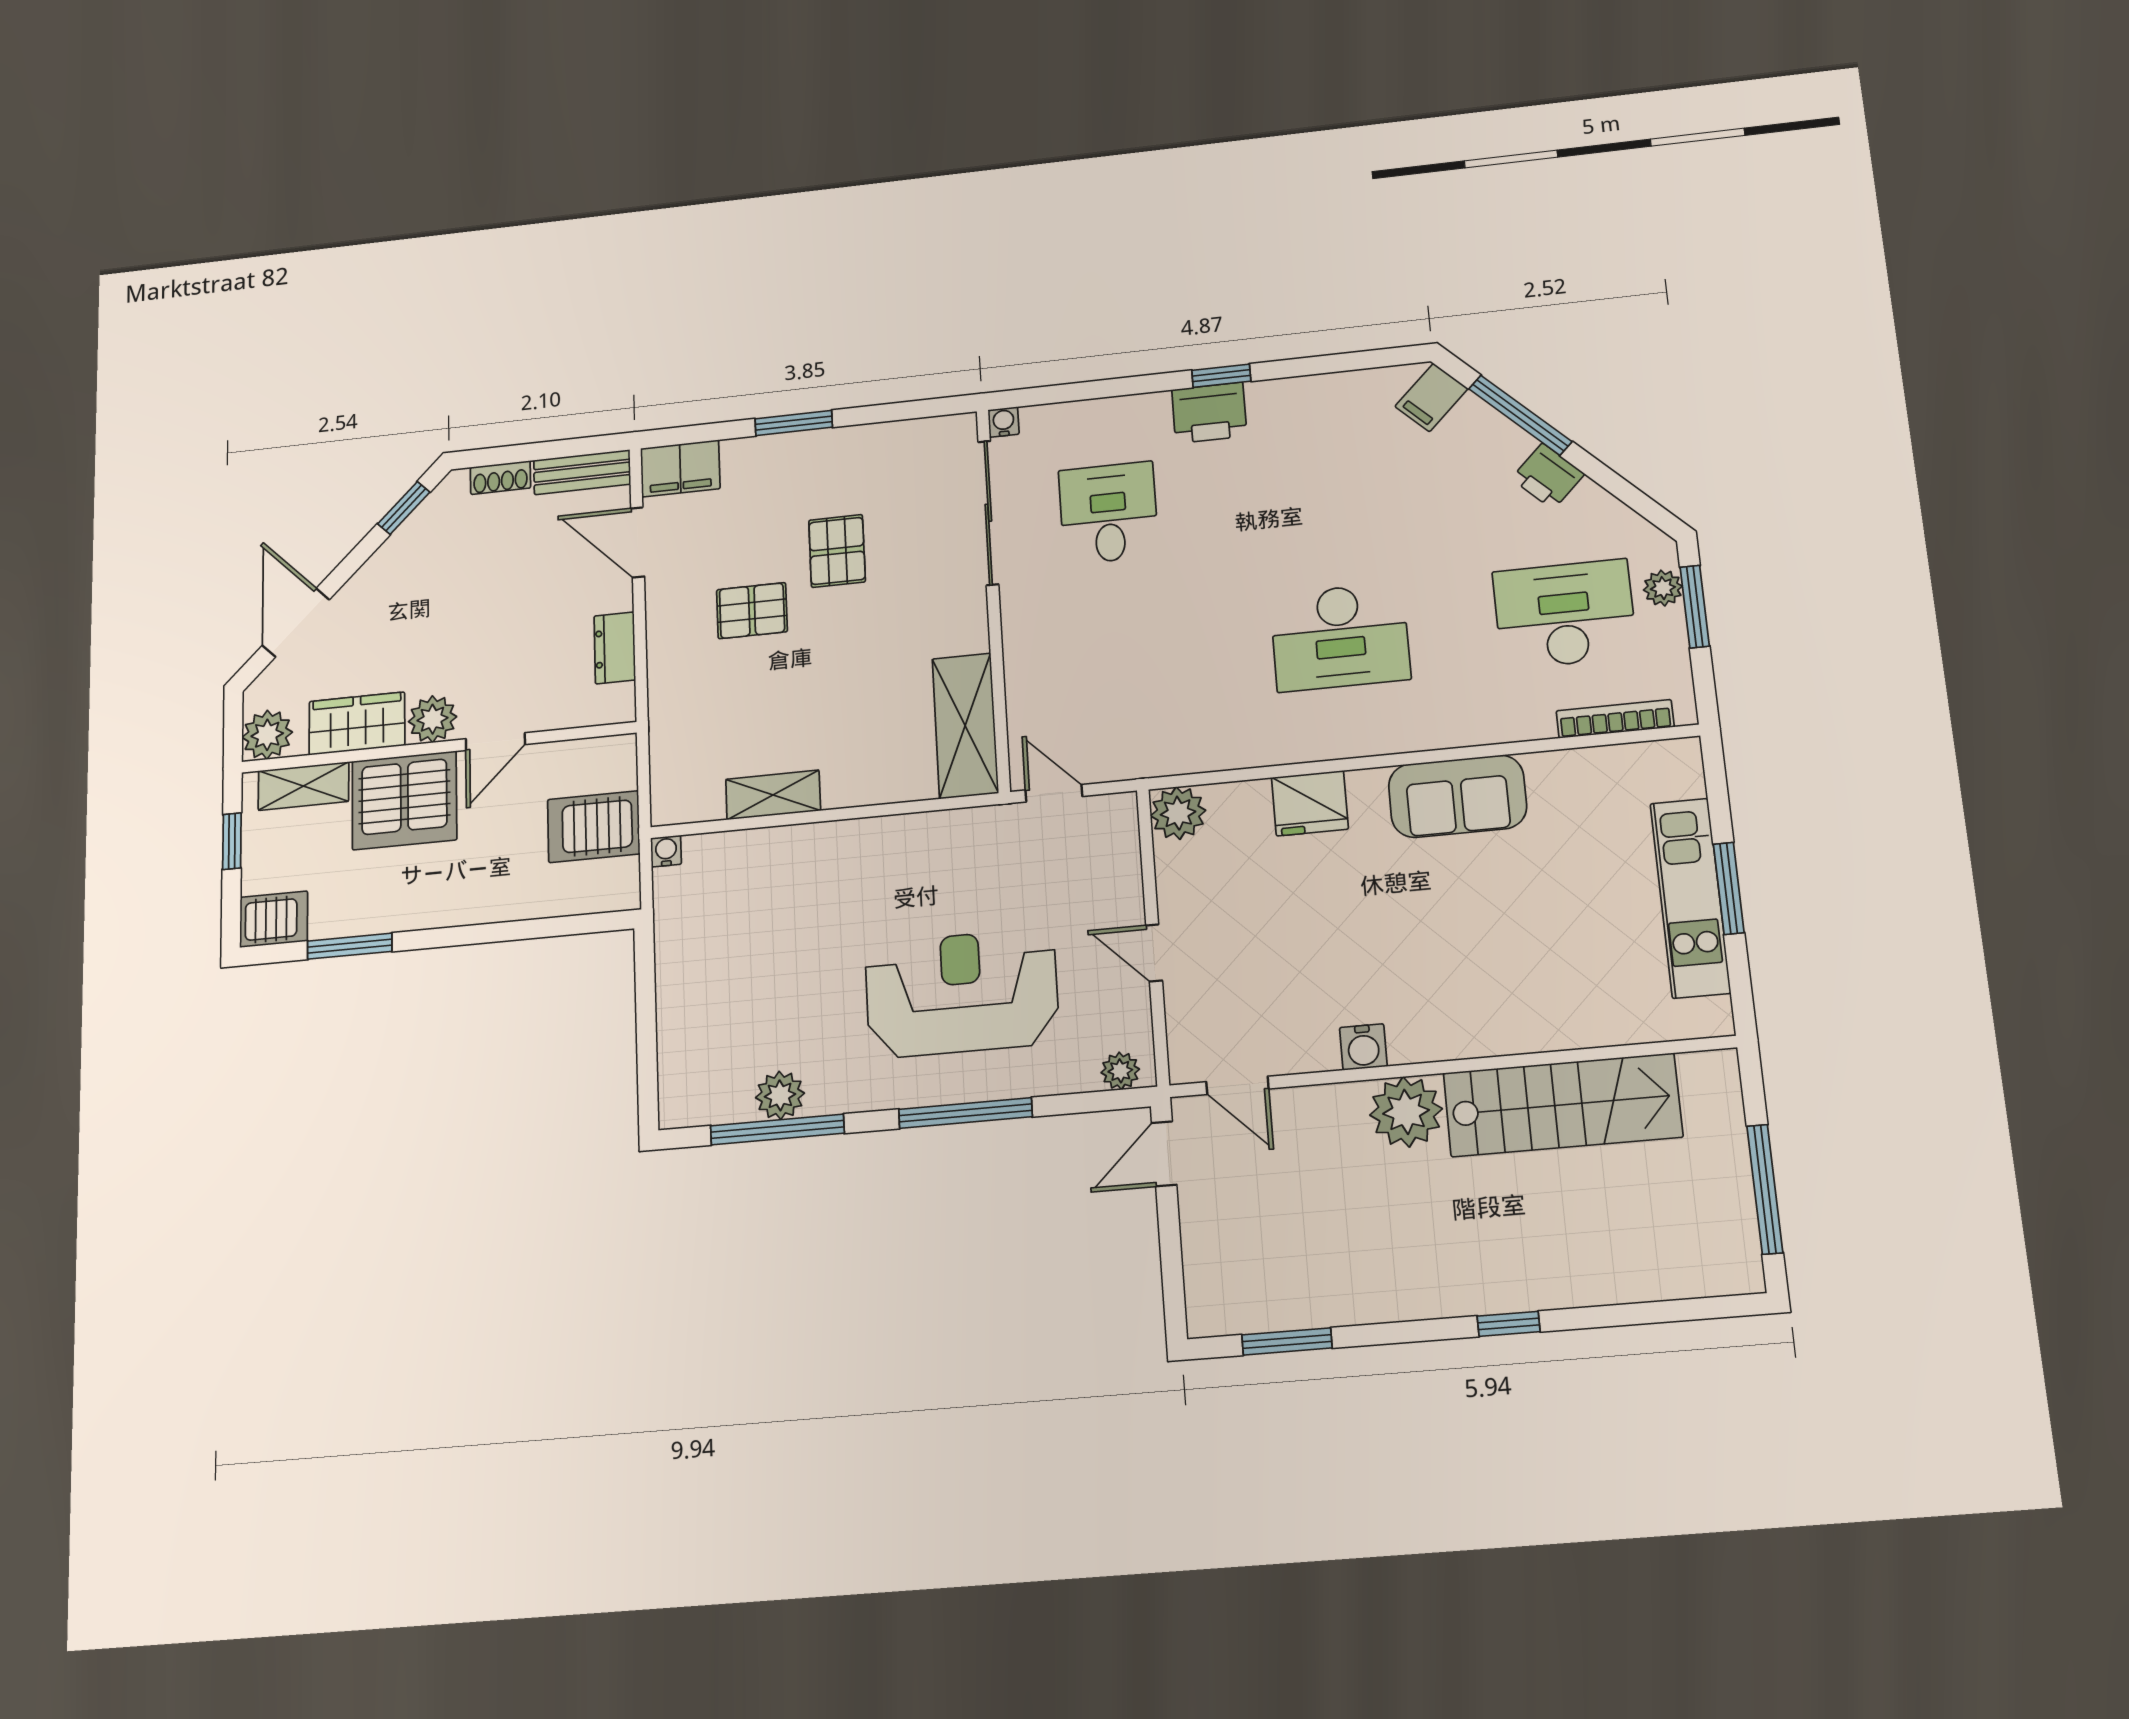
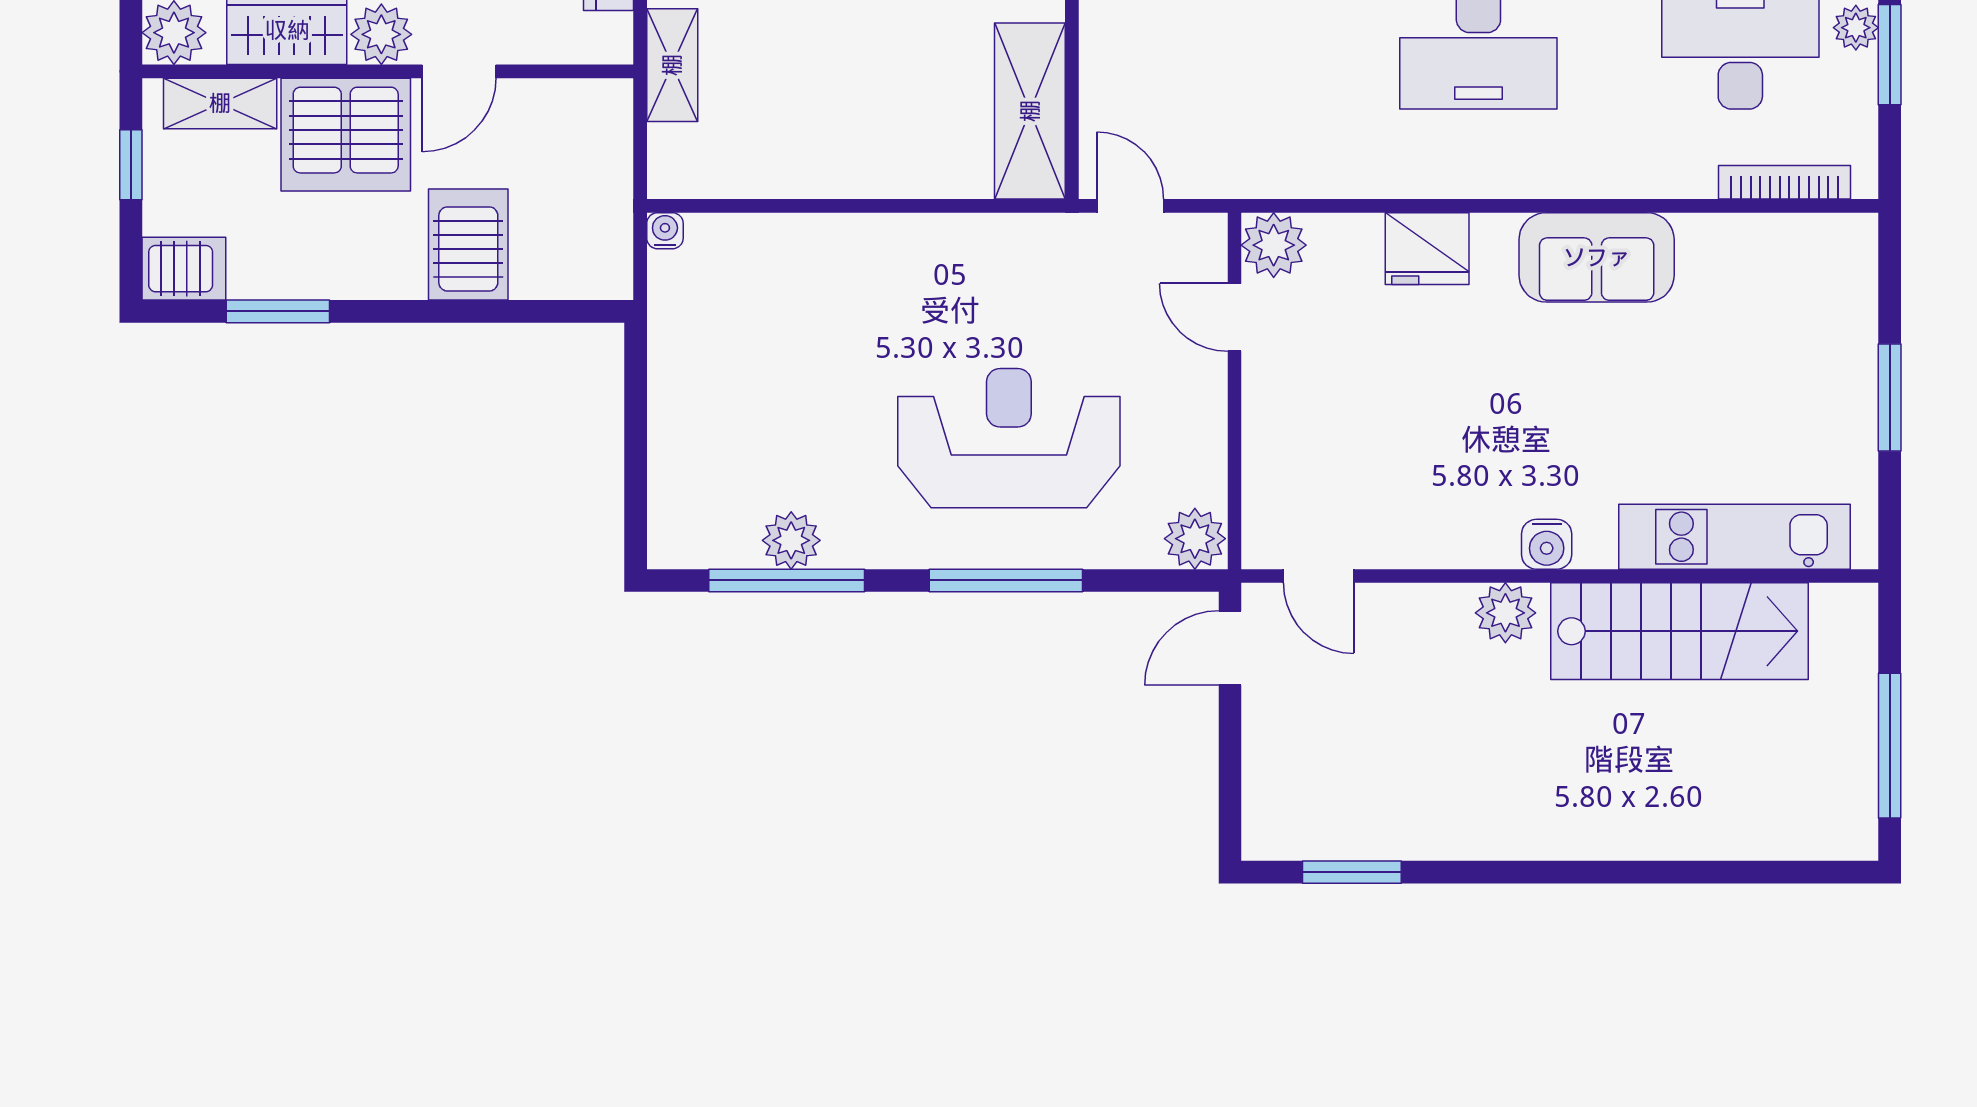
shelving: (773, 795) -> (672, 65), moved, turned 90
server rack: (594, 827) -> (468, 245), moved, turned 90
kitchen unit: (1690, 898) -> (1735, 537), moved, turned 90
door: (1154, 953) -> (1235, 317), moved
water cooler: (1363, 1047) -> (1547, 544), moved
plant: (1120, 1071) -> (1195, 539), width x1.38, depth x1.38
plant: (1406, 1112) -> (1505, 613), width x0.73, depth x0.73
window: (1509, 1324) -> (1596, 872), removed

